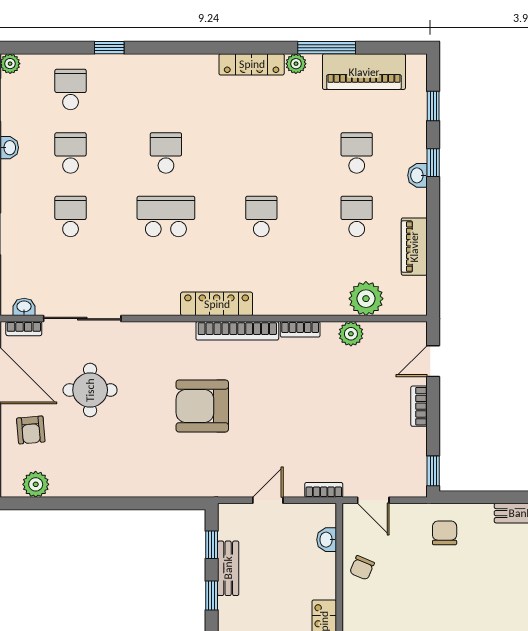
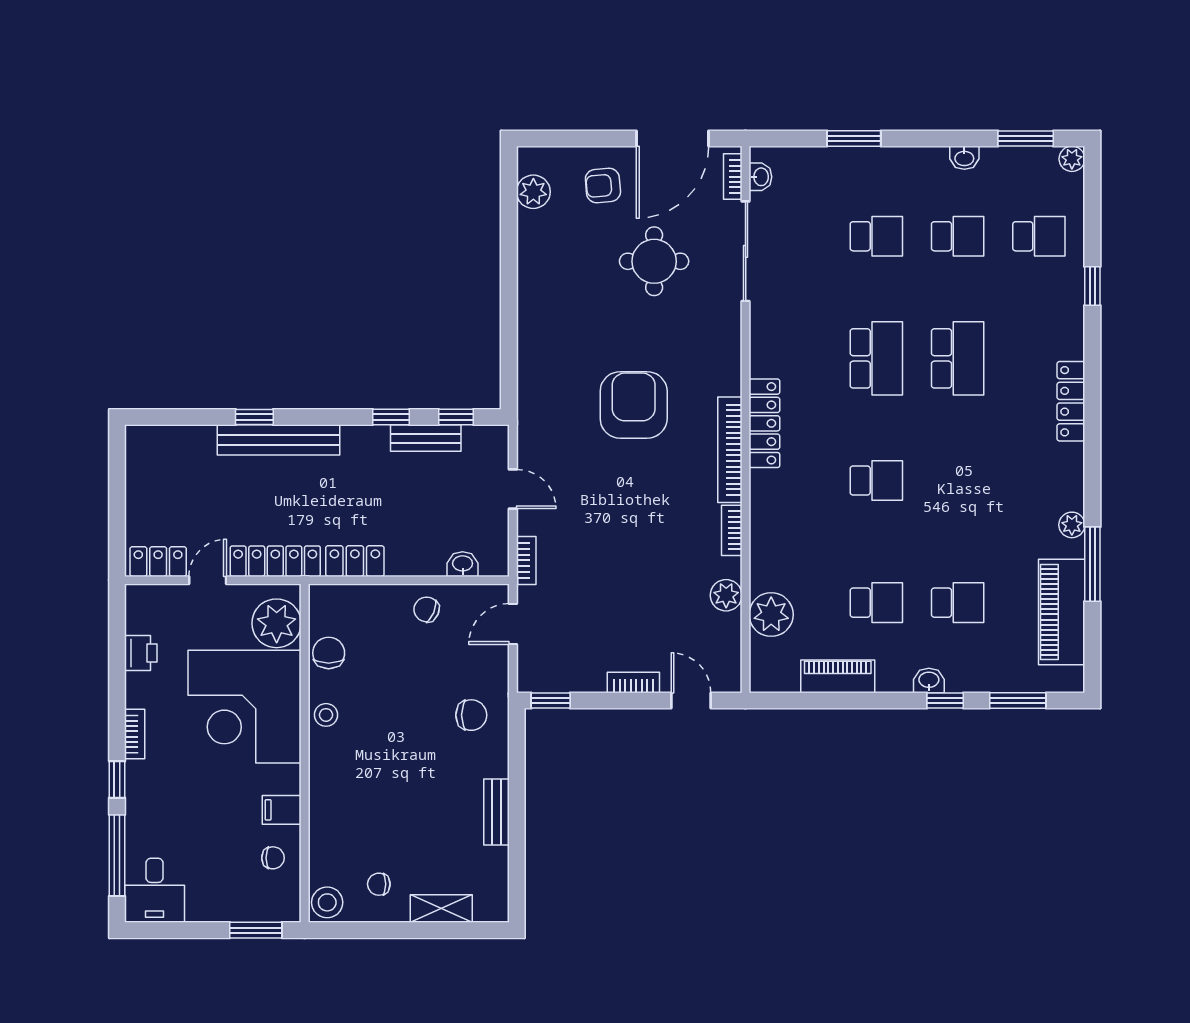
locker: (252, 64) -> (1071, 401), moved
window: (433, 106) -> (1018, 701), width x1.50
school desk: (166, 153) -> (958, 358), width x1.85

